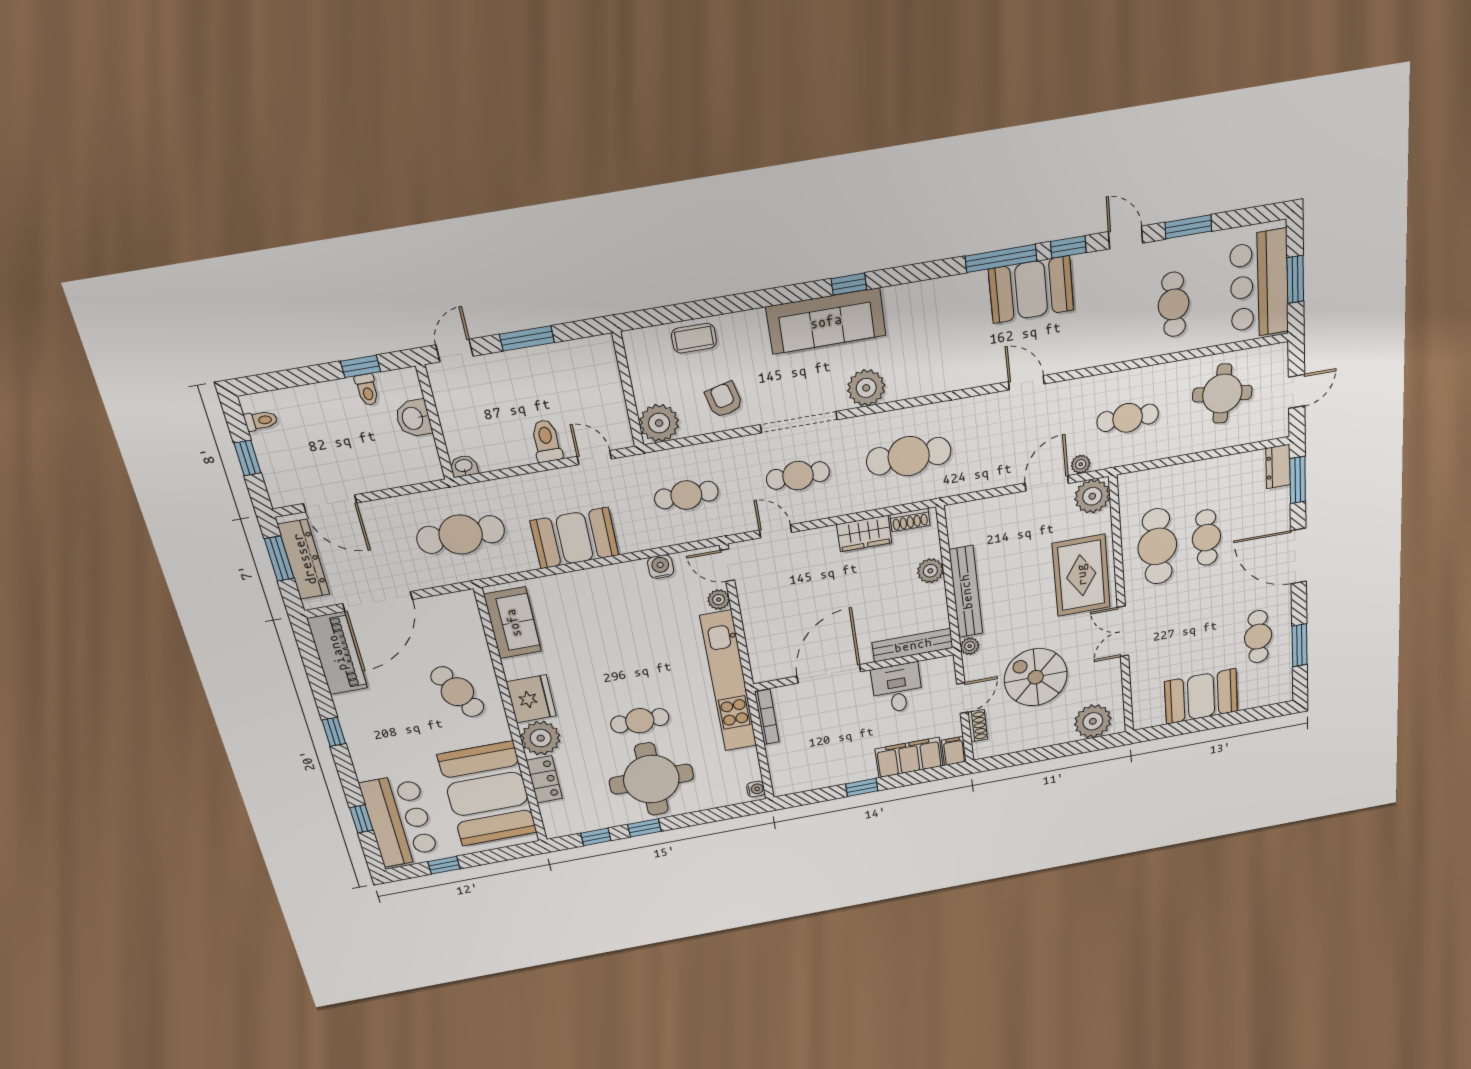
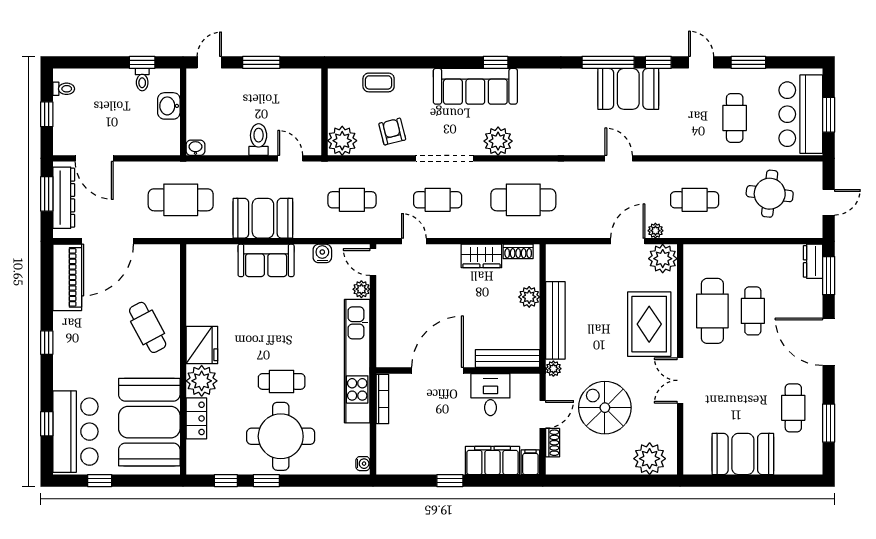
sofa: (513, 623) -> (266, 260), moved, turned 90

